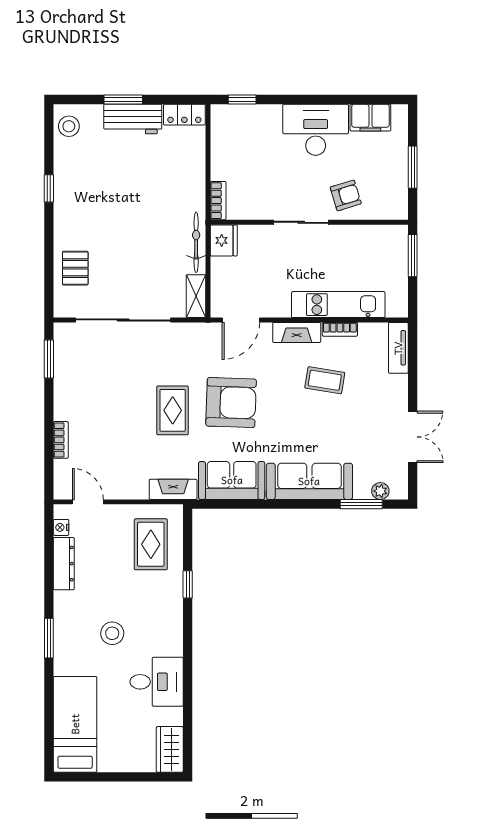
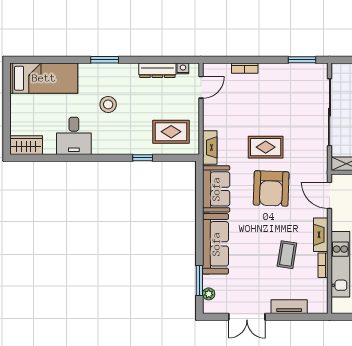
tv unit: (398, 348) -> (289, 307), moved

